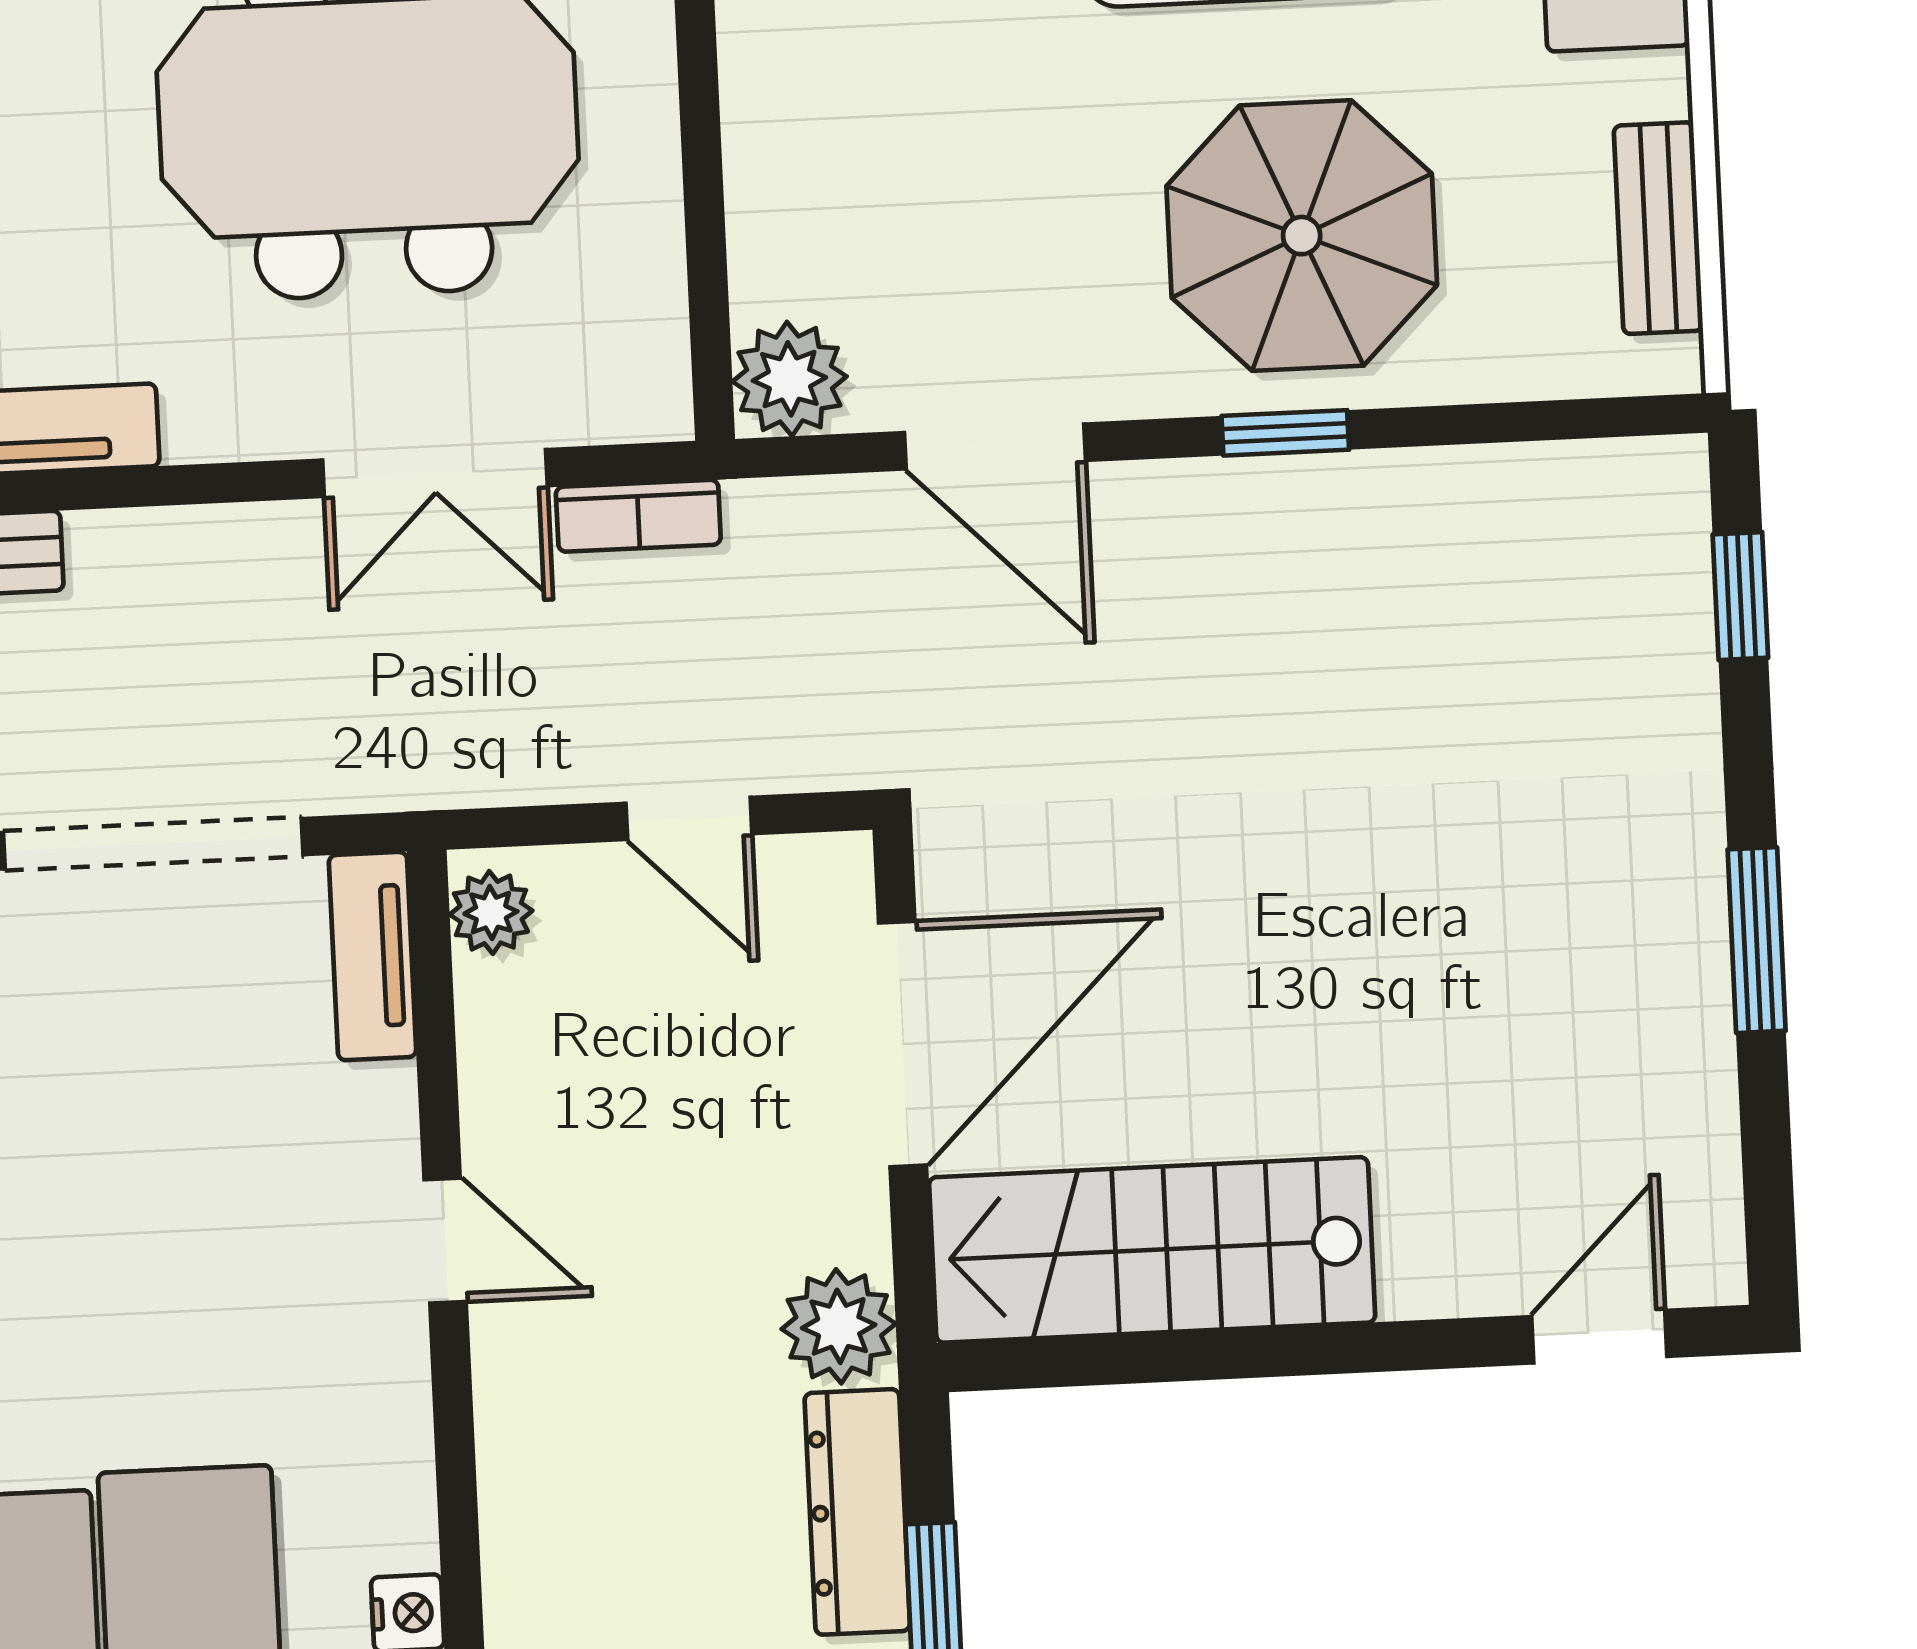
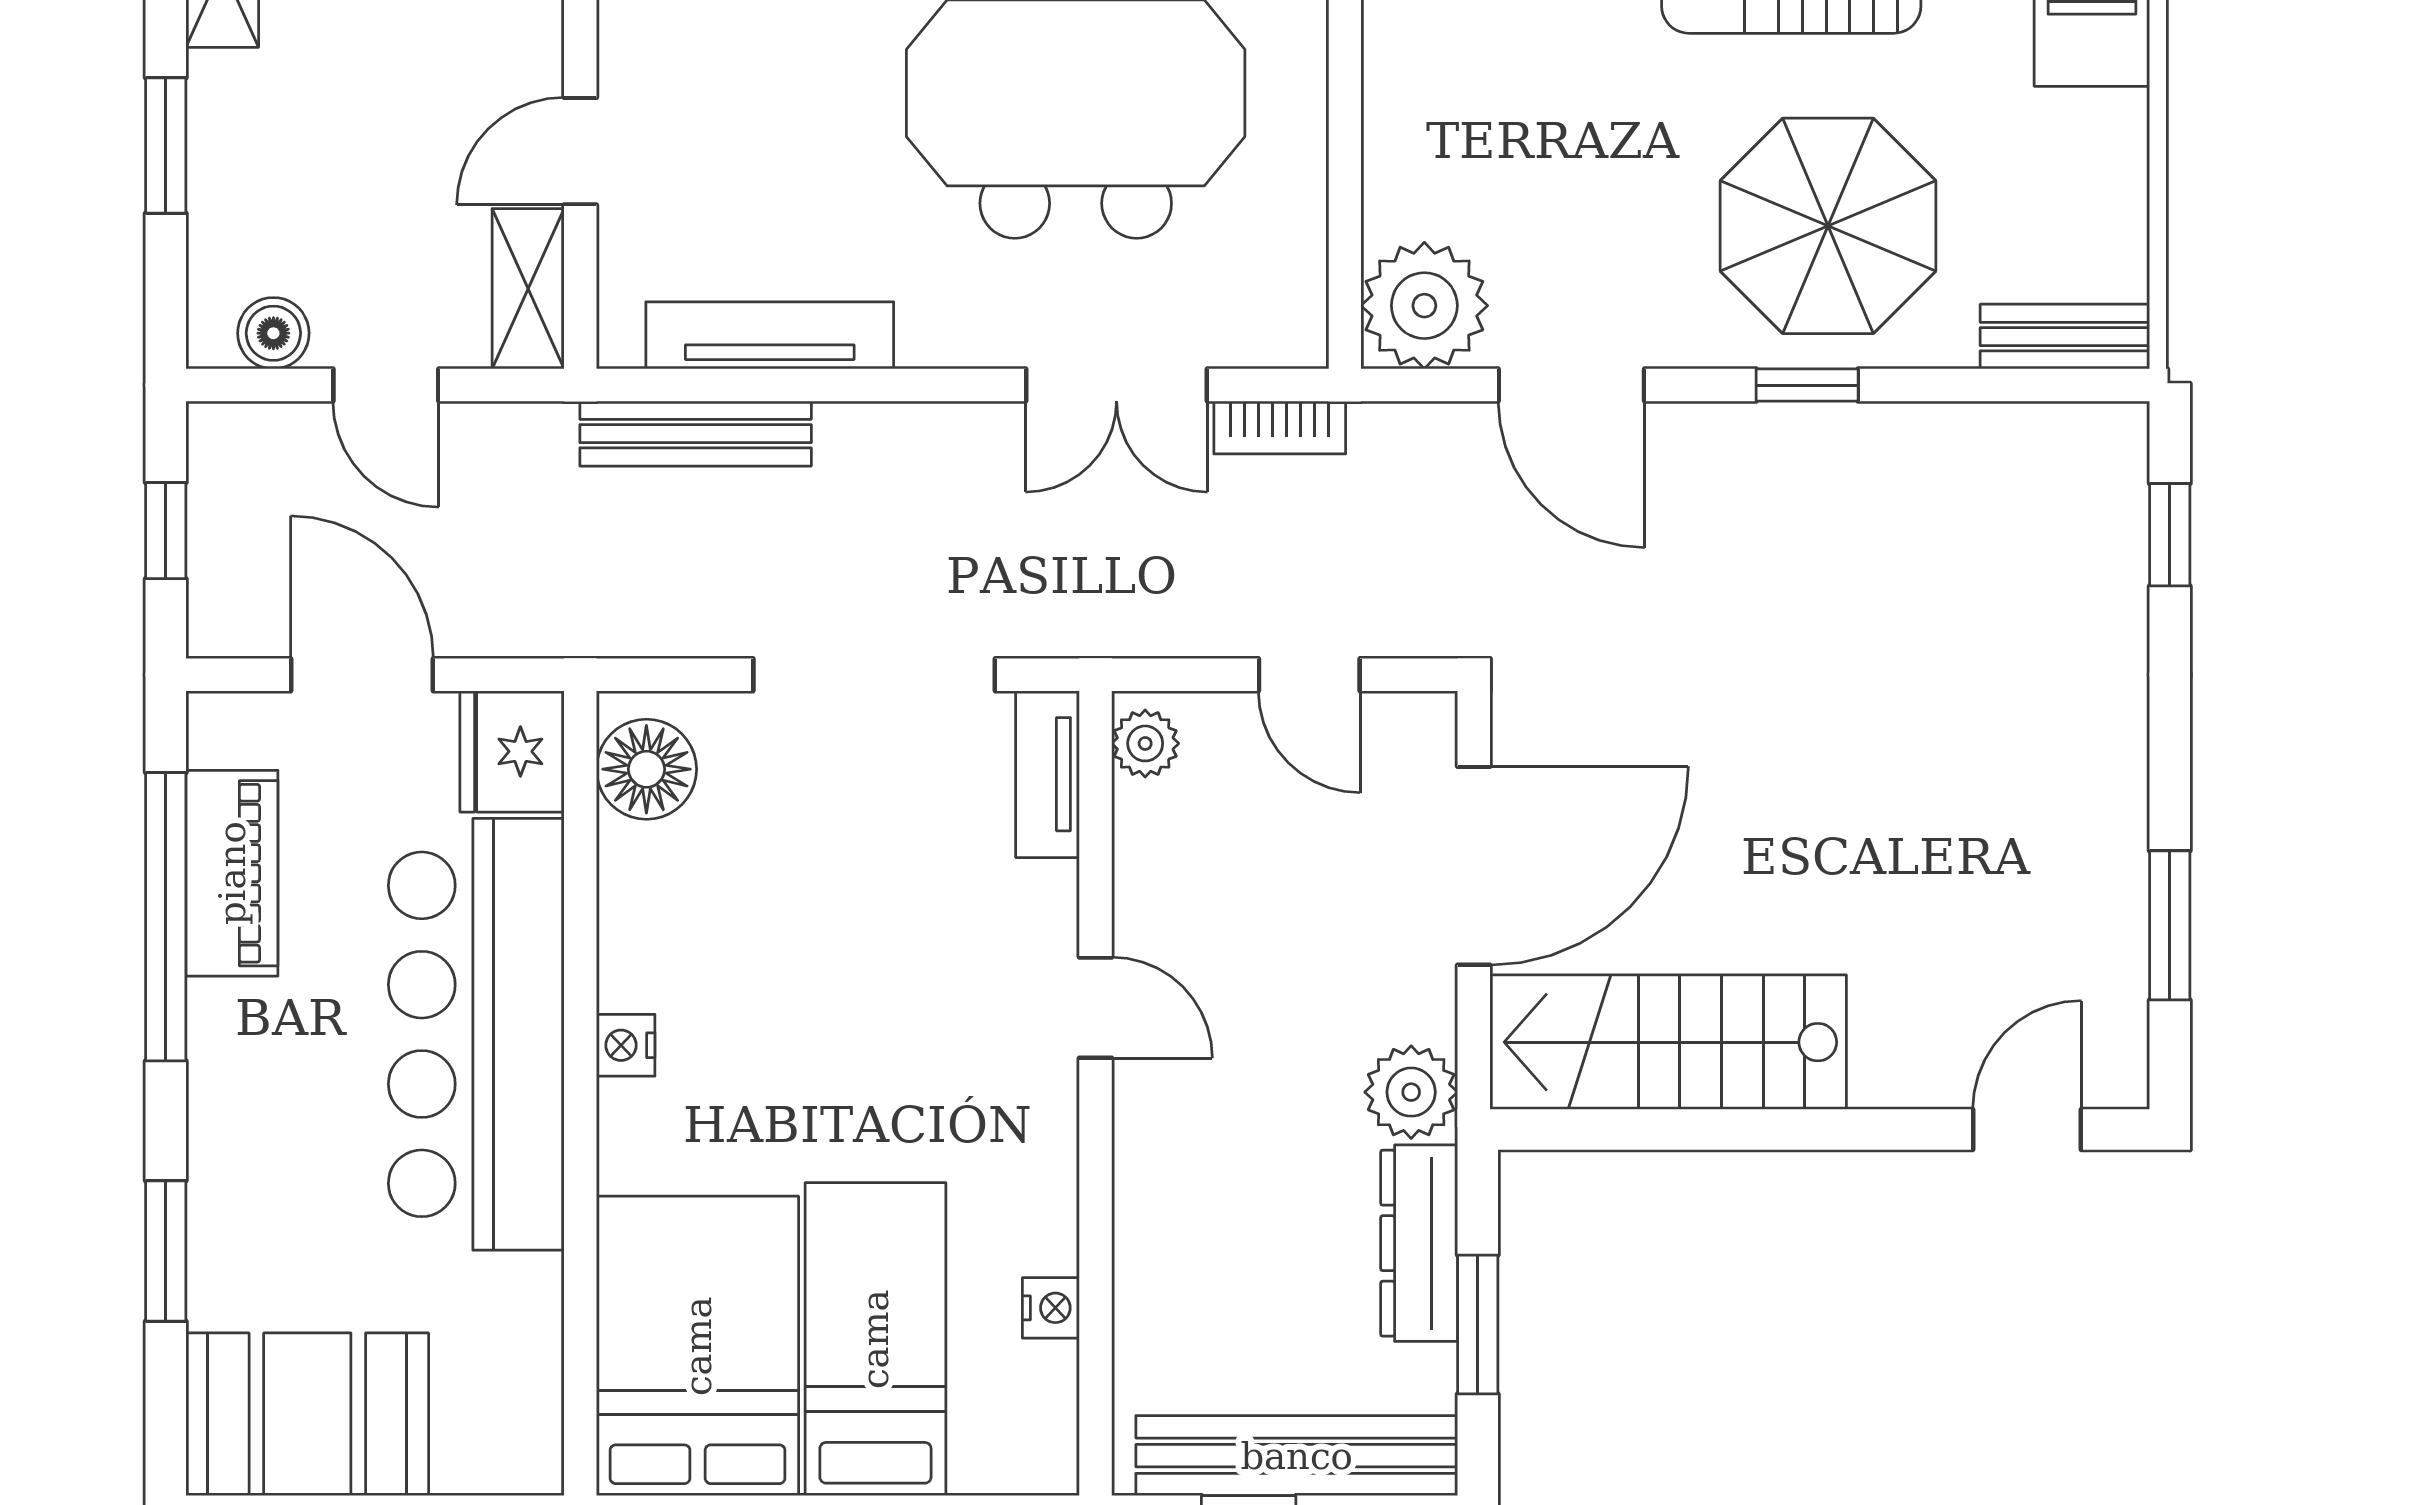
bench: (1658, 228) -> (2065, 337), moved, turned 90
plant: (789, 379) -> (1424, 306), width x1.36, depth x1.36
window: (1757, 940) -> (2170, 925), moved

